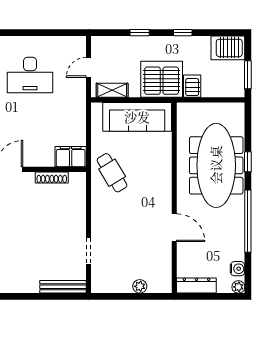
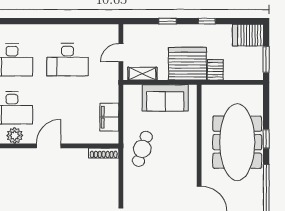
sofa: (137, 117) -> (165, 98), width x0.73
filing cabinet: (71, 157) -> (109, 117), moved, turned -90
cafe table: (112, 173) -> (142, 149), turned 49
shoe rack: (52, 177) -> (104, 153), moved

